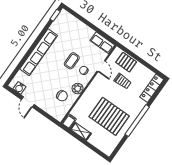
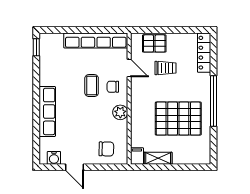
row of seats: (102, 43) -> (96, 40), width x2.02
row of seats: (39, 52) -> (47, 111), width x0.73
chair: (62, 96) -> (106, 149), moved

